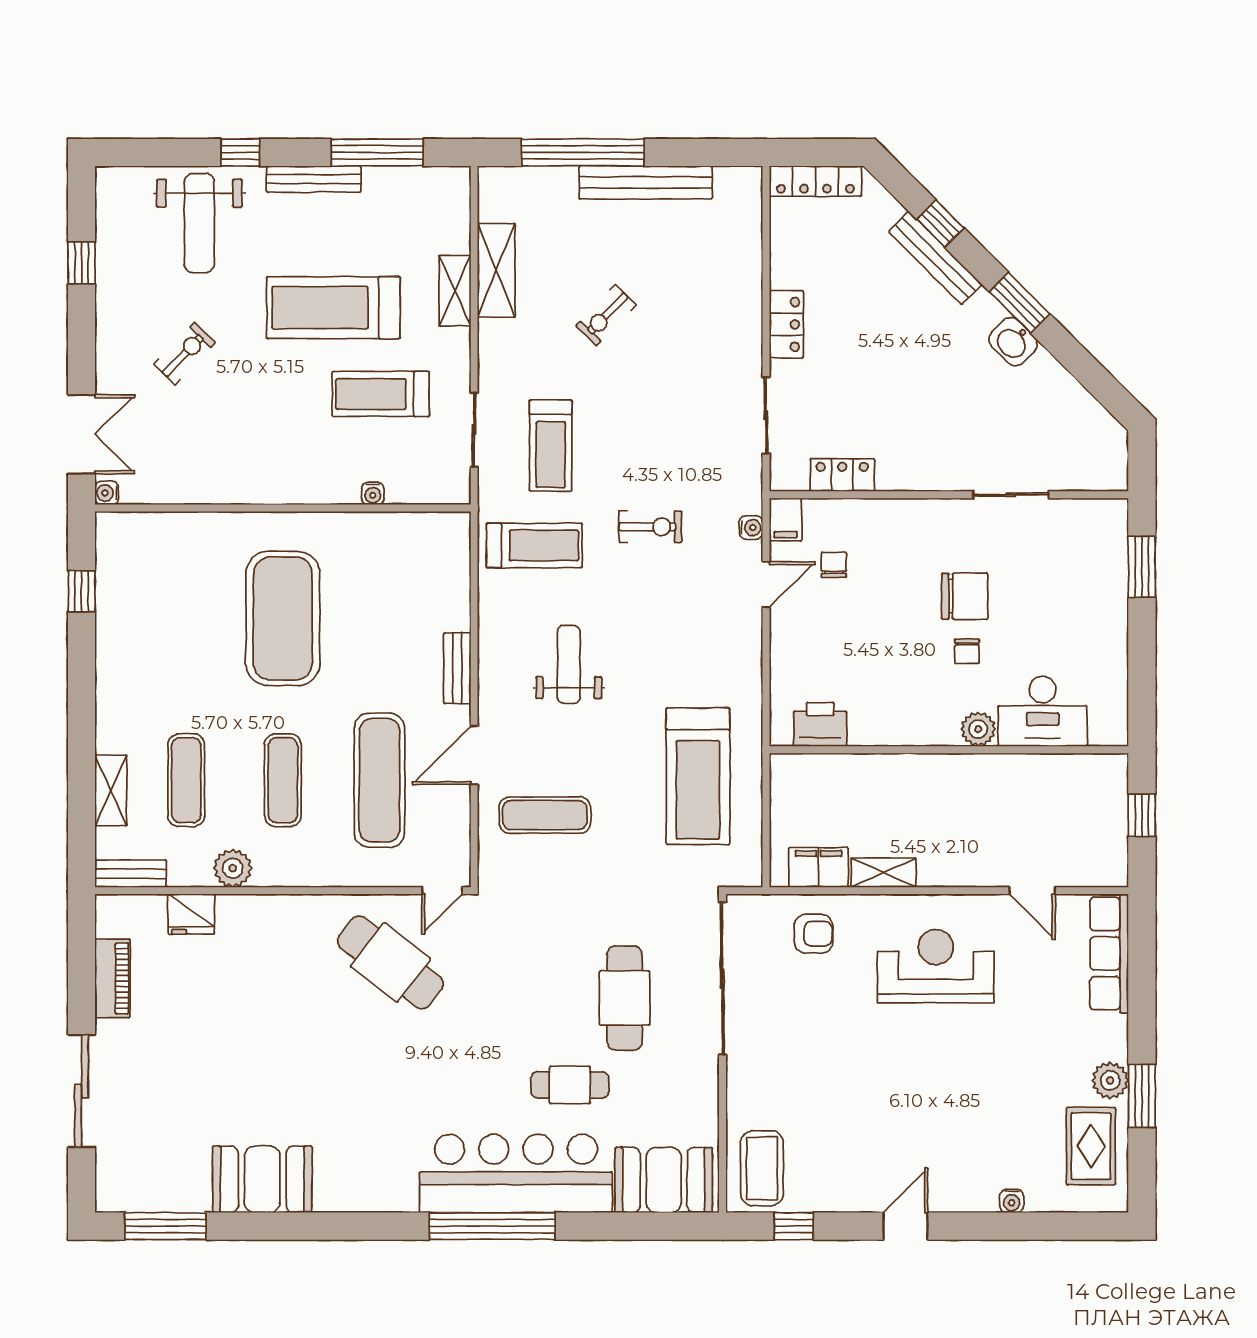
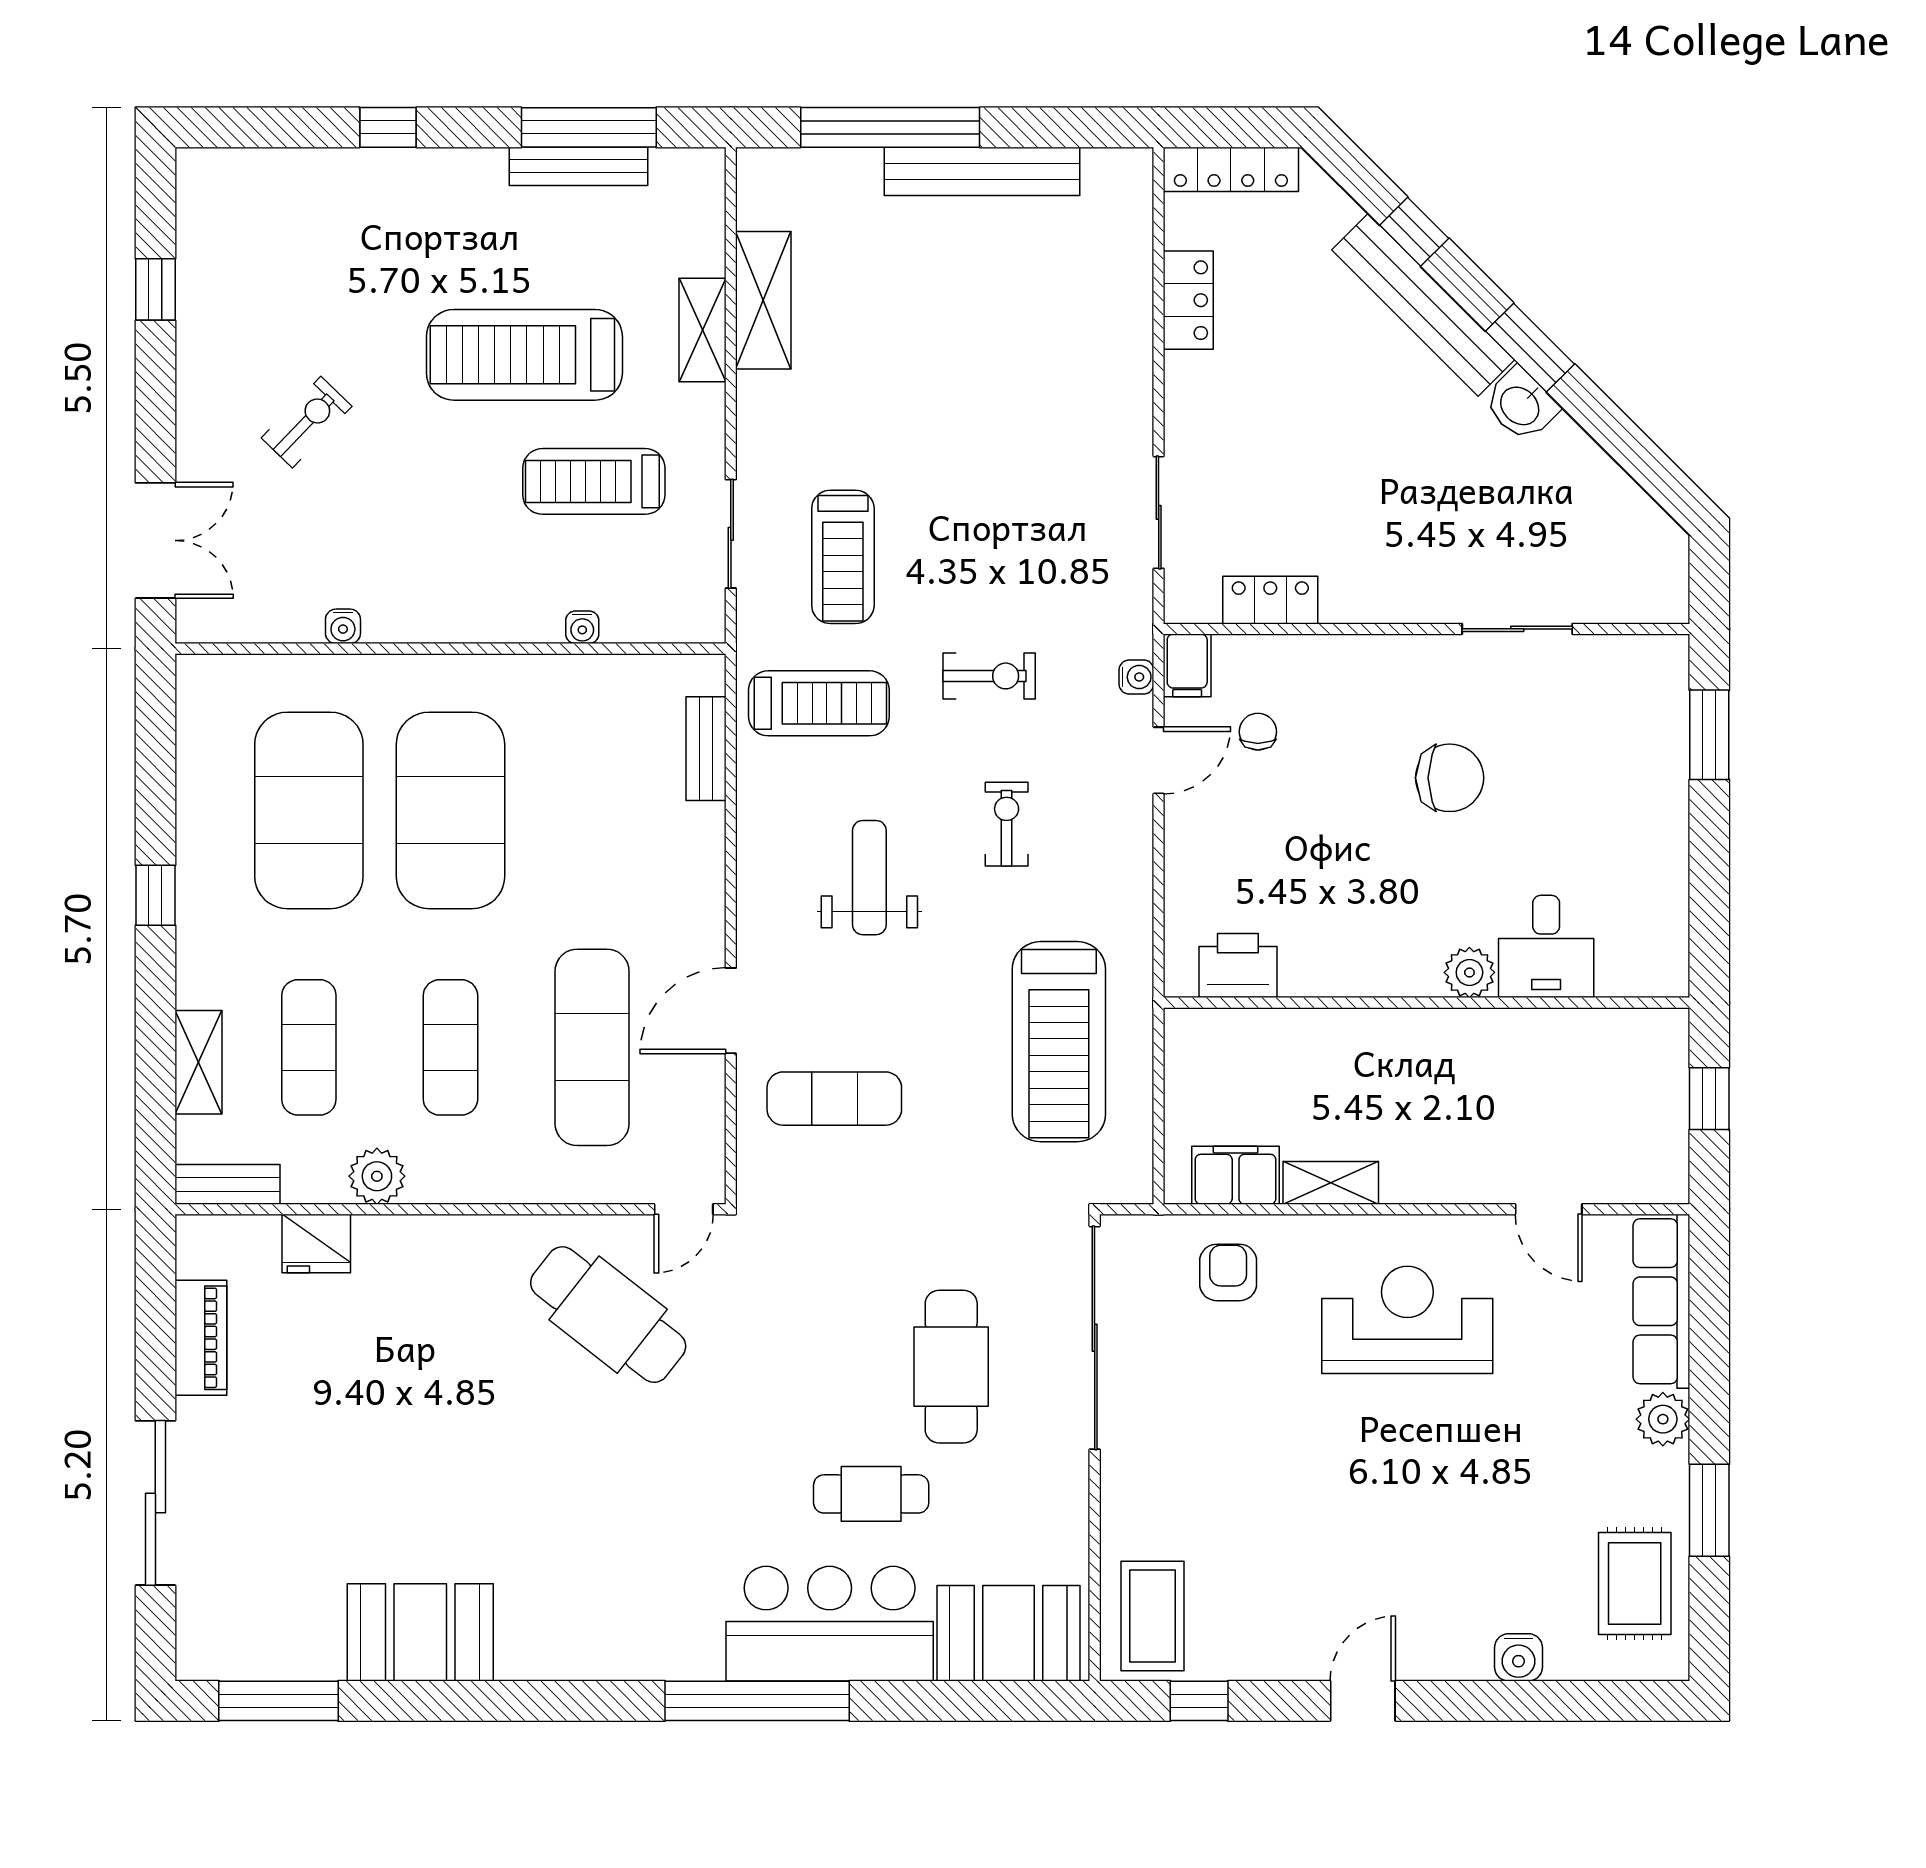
bench: (314, 179) -> (578, 166), moved
weight bench: (199, 223) -> (328, 231), removed
bench: (935, 258) -> (1423, 305), width x1.37, depth x1.21
exercise bike: (606, 315) -> (1007, 824), moved, turned 136
locker: (786, 324) -> (1188, 300), moved
water cooler: (107, 493) -> (343, 626), moved, turned -90
window: (82, 591) -> (155, 895), moved
exercise mat: (186, 619) -> (309, 810), added
chair: (967, 651) -> (1453, 859), removed
bench: (457, 668) -> (706, 749), moved
desk: (1043, 711) -> (1546, 946), width x0.73
armchair: (813, 934) -> (1228, 1272), turned -90
plant: (1110, 1080) -> (1663, 1419), moved
bar counter: (516, 1173) -> (830, 1624), width x0.73
water cooler: (1012, 1201) -> (1519, 1657), width x1.38, depth x1.38

